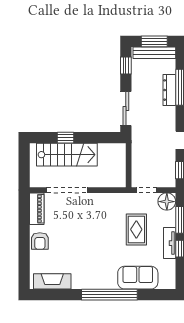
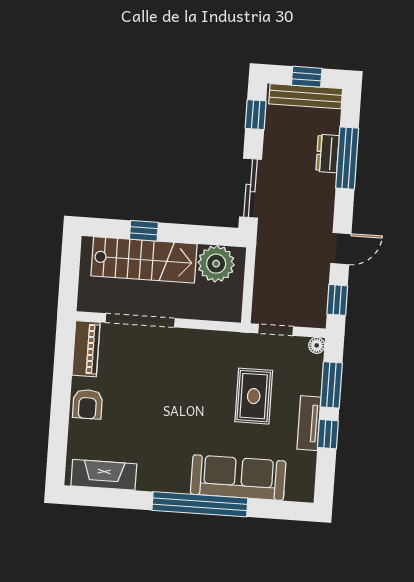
window: (154, 41) -> (307, 77), width x0.67
dresser: (169, 90) -> (327, 153), width x0.70
plant: (109, 154) -> (216, 264), added
floor lamp: (167, 202) -> (317, 345), width x0.53, depth x0.53
sofa: (138, 278) -> (238, 478), width x1.36

